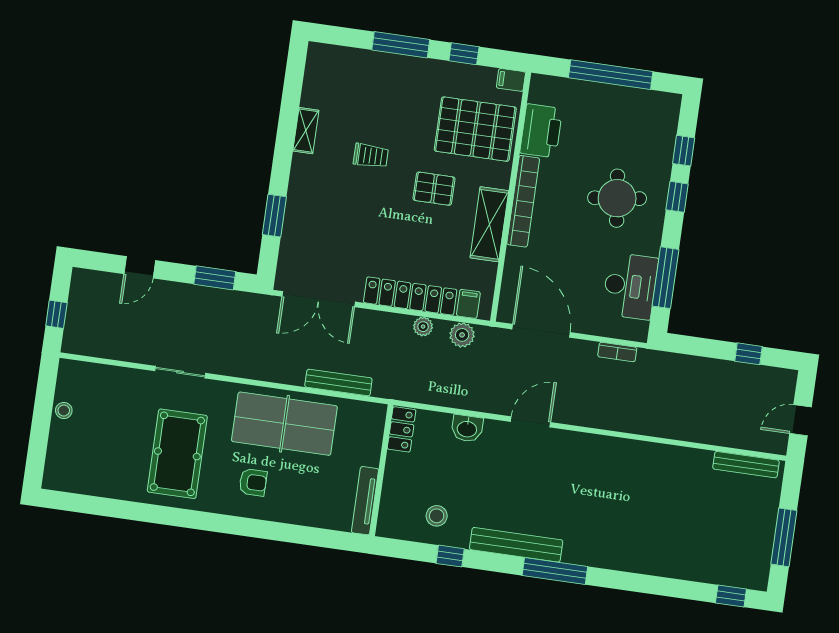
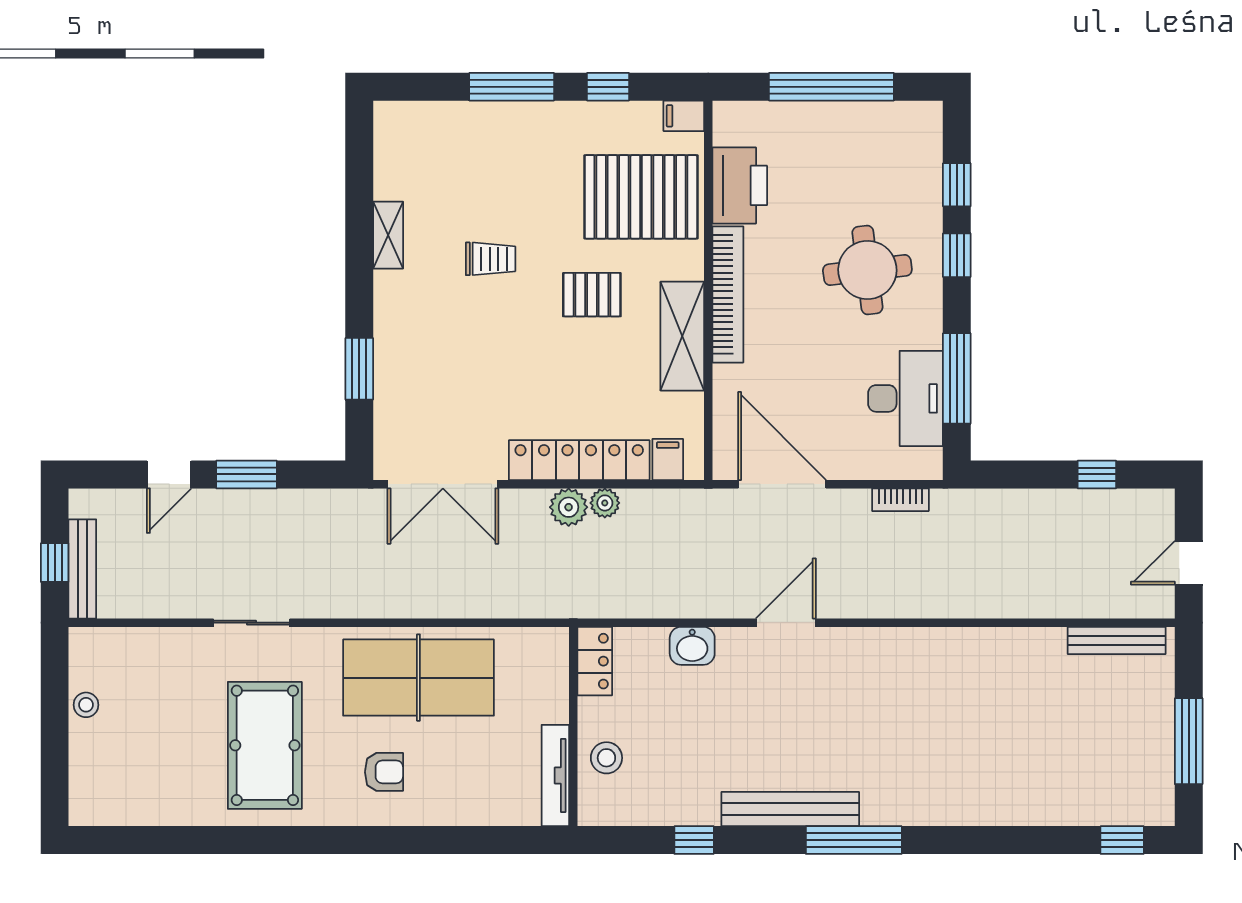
window: (215, 278) -> (247, 474), moved
plant: (462, 335) -> (569, 507), moved
bench: (338, 383) -> (82, 569), moved, turned 90
stool: (437, 516) -> (606, 758), moved

